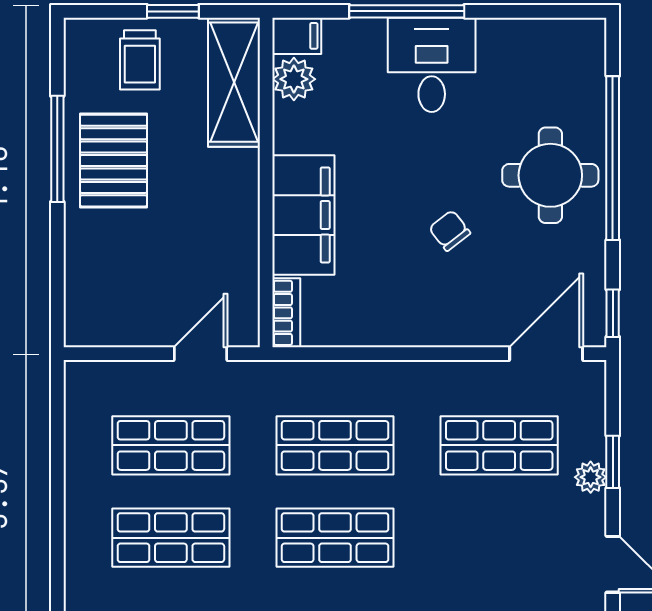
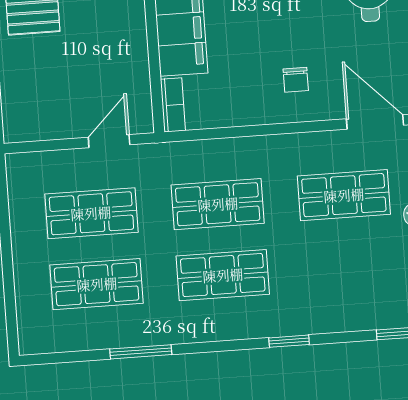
chair: (450, 231) -> (296, 80), moved, turned -142
door: (546, 354) -> (375, 122), hinge flipped

